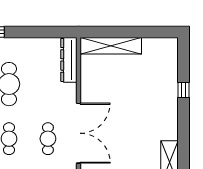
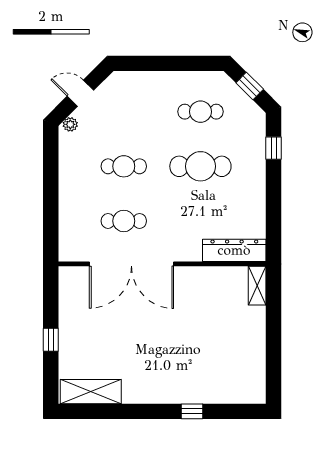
shelving: (111, 46) -> (257, 286), width x0.45, depth x0.75

